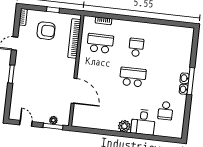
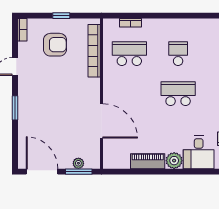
door: (26, 123) -> (42, 172), width x1.87
piano: (105, 124) -> (148, 161), added

